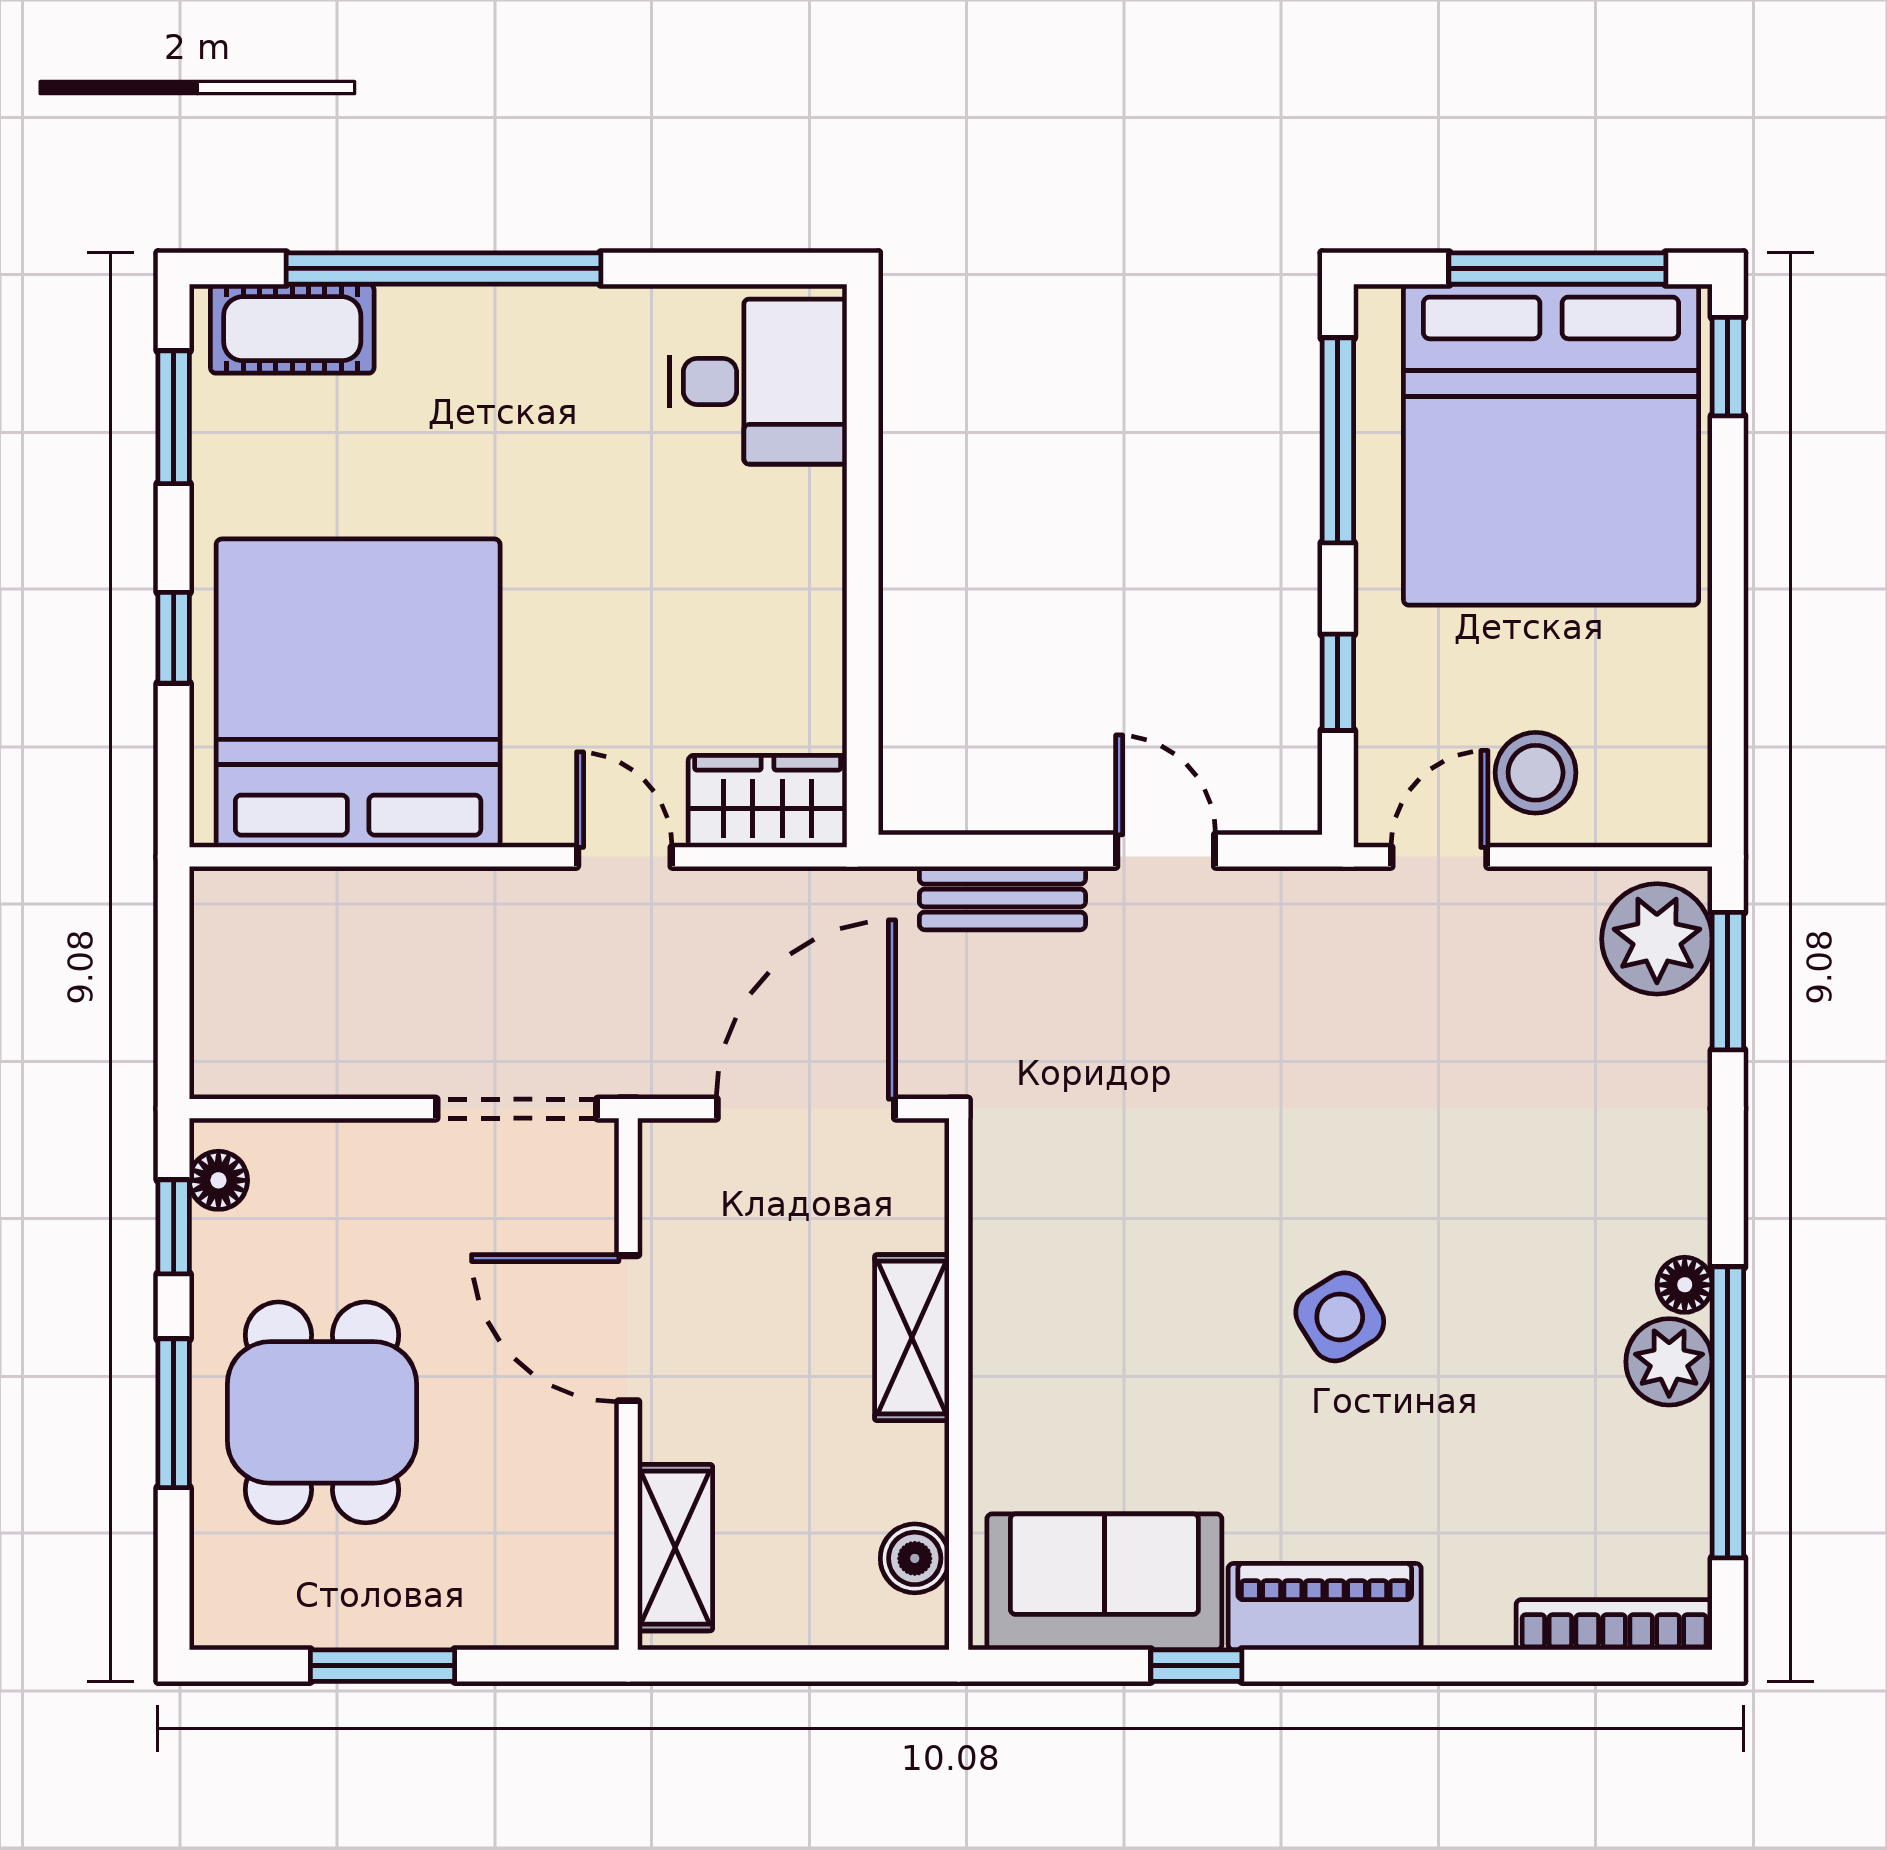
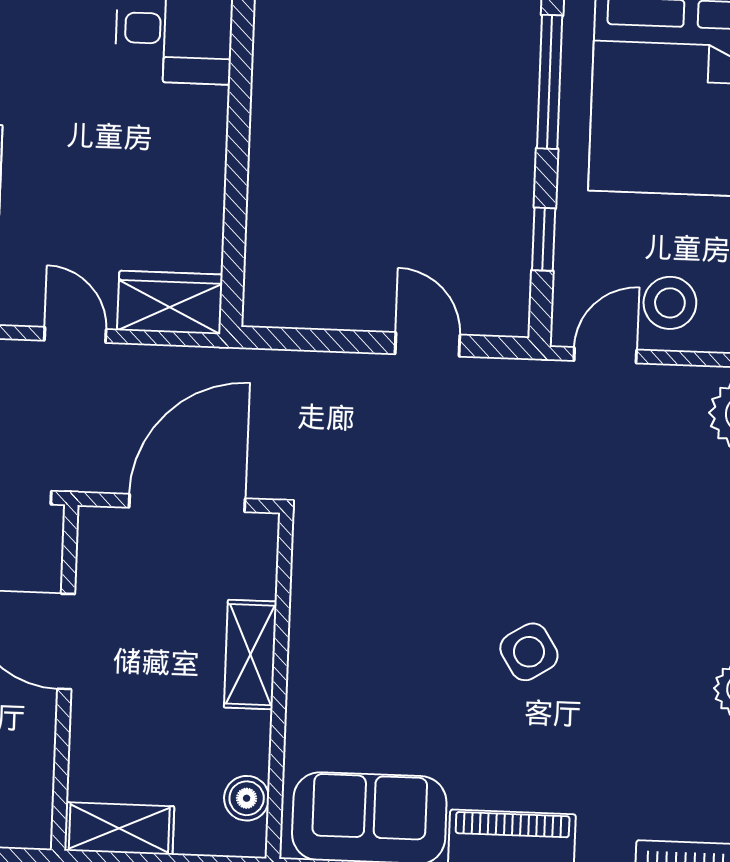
bench: (1002, 898) -> (320, 371), removed
shelving: (675, 1548) -> (119, 828), moved, turned 90

